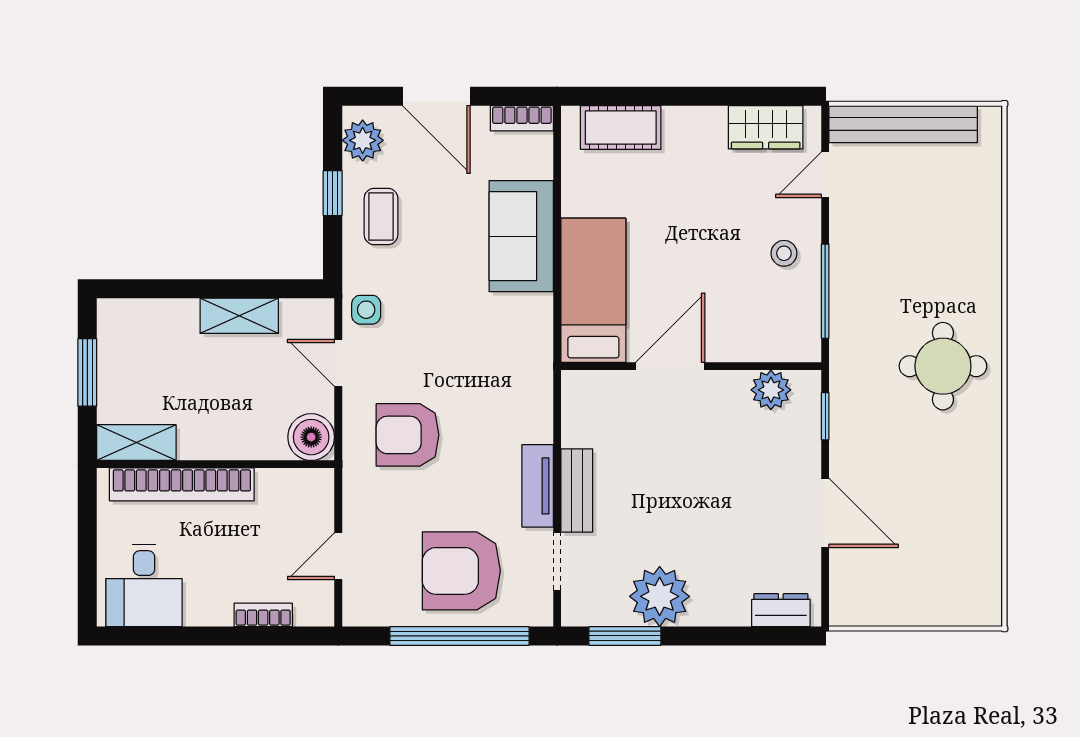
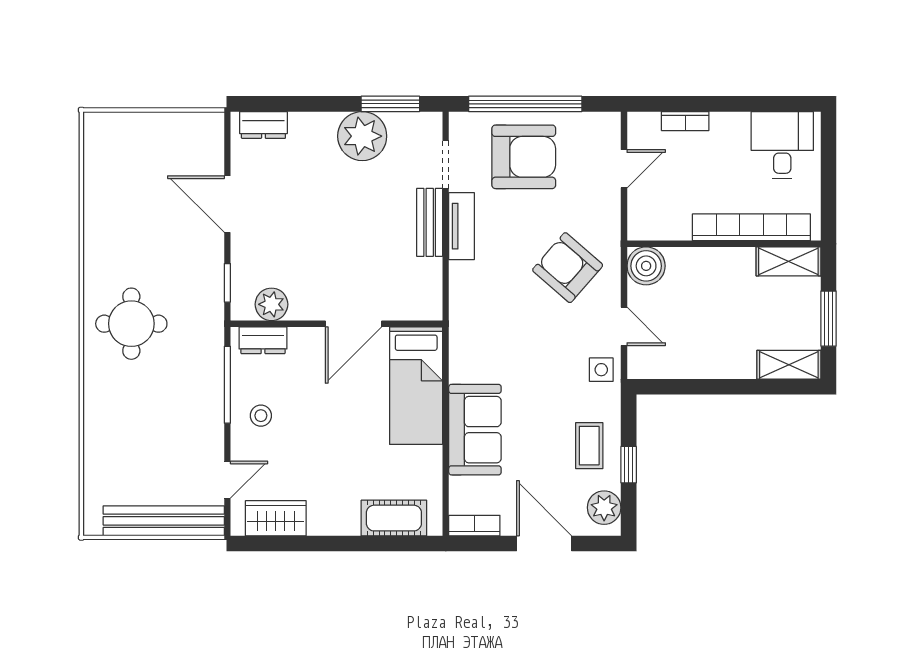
shelving: (239, 316) -> (789, 365), moved
dresser: (781, 346) -> (263, 340), added
armchair: (407, 435) -> (568, 268), turned -139

